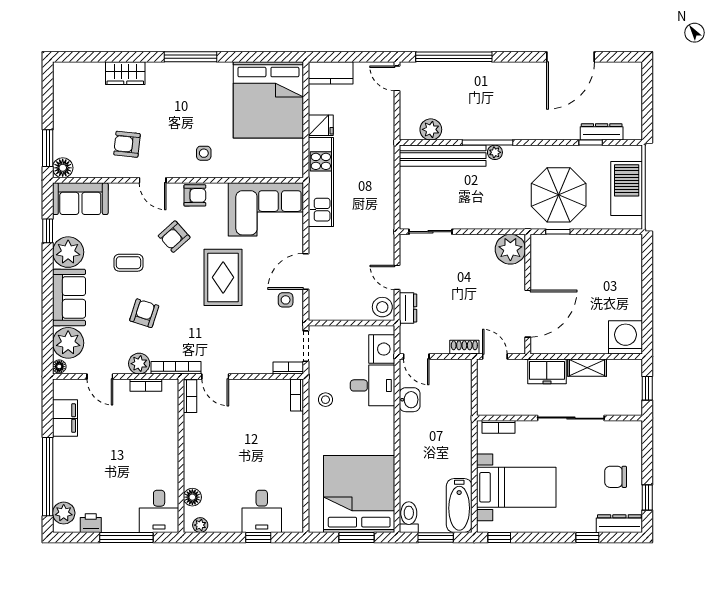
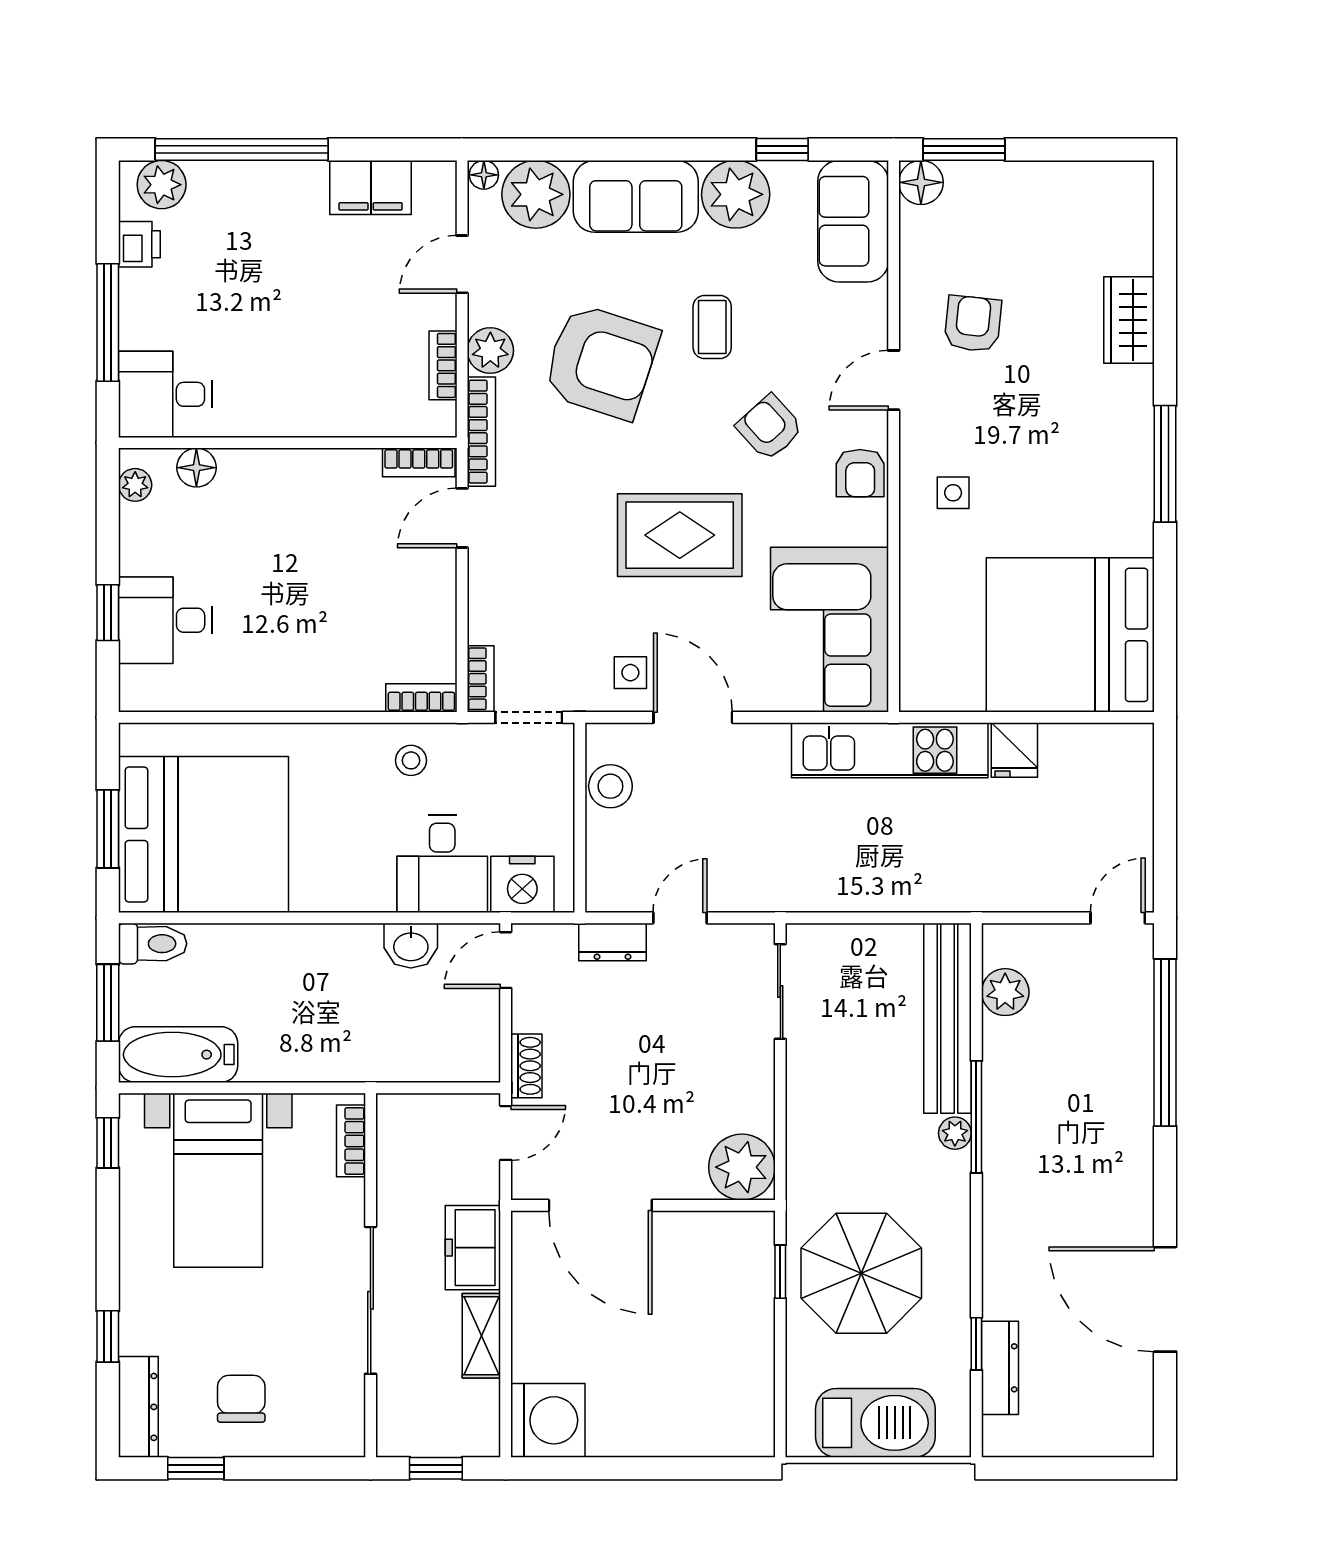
kitchen counter: (331, 73) -> (1130, 772), removed
stool: (382, 307) -> (610, 786), moved
armchair: (144, 313) -> (601, 362), width x1.88, depth x1.88

